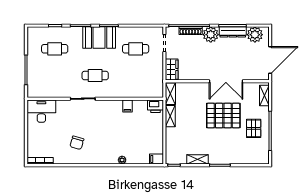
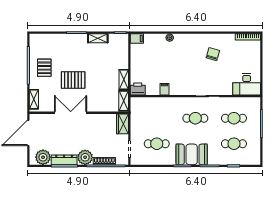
cafe table: (55, 76) -> (234, 118), added
pallet: (223, 116) -> (73, 80), width x0.73, depth x0.71

